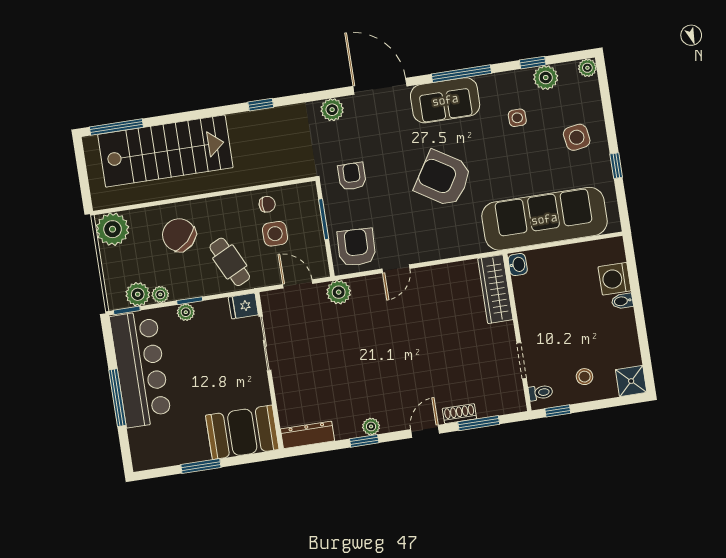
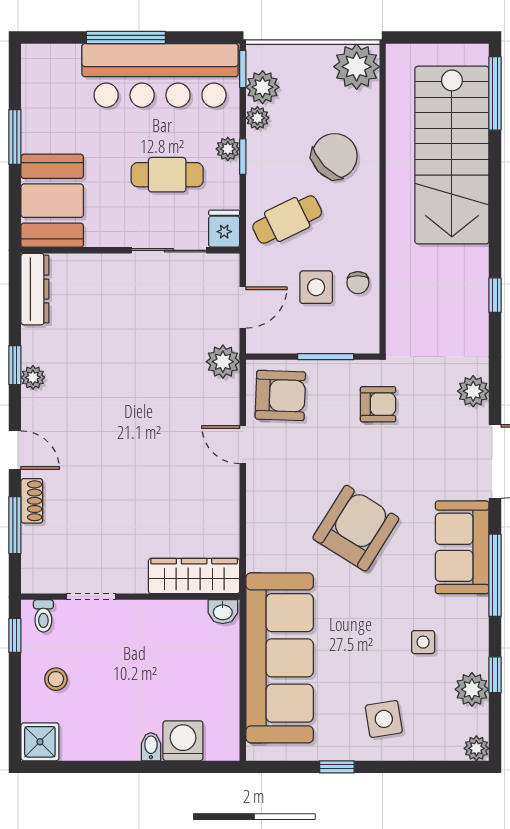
cafe table: (211, 353) -> (167, 175), added

